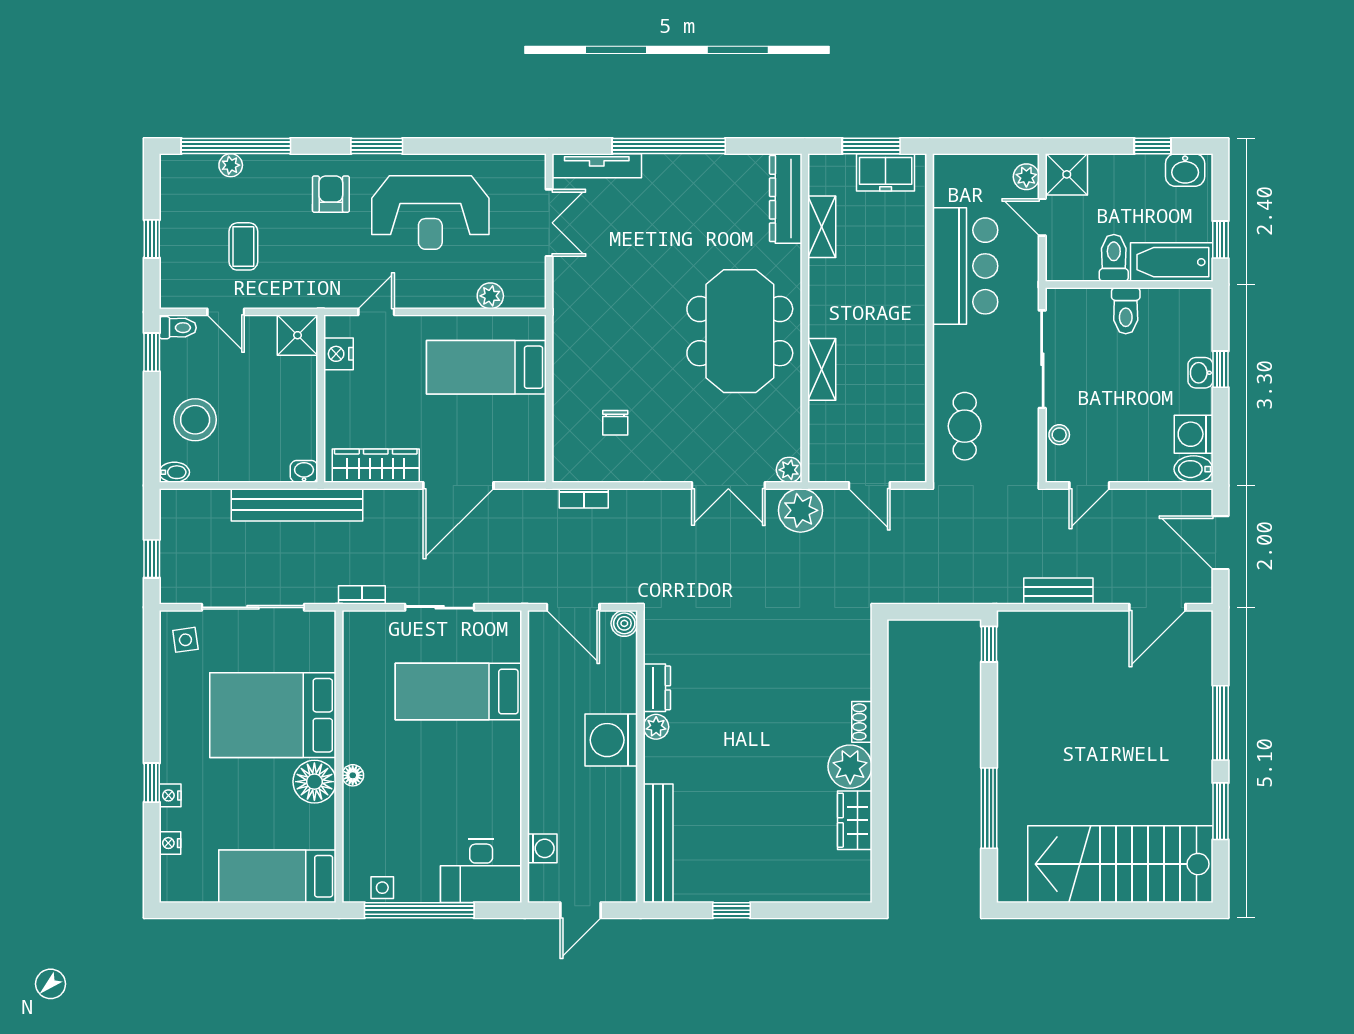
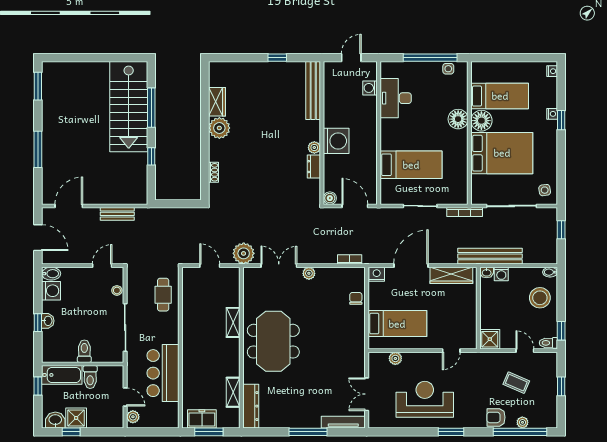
window: (669, 146) -> (308, 432), width x0.68
shower: (1067, 174) -> (76, 418), moved
armchair: (331, 194) -> (496, 417), moved, turned 90
coffee table: (243, 246) -> (516, 383), turned -67
nightstand: (338, 354) -> (377, 274), moved, turned -90
chair: (615, 423) -> (356, 298), moved
washing machine: (274, 468) -> (501, 274), added
plant: (789, 470) -> (309, 273), moved
bookcase: (362, 595) -> (465, 212), width x1.56
window: (989, 644) -> (151, 156), moved
shoe rack: (862, 722) -> (213, 172), moved
floor lamp: (353, 775) -> (458, 119), width x1.89, depth x1.89
window: (1220, 811) -> (38, 86), moved
nightstand: (170, 843) -> (552, 71), moved
stairs: (1120, 864) -> (129, 107), moved, turned 90
desk: (481, 871) -> (396, 98), moved, turned -90
bed: (277, 876) -> (500, 96), moved

